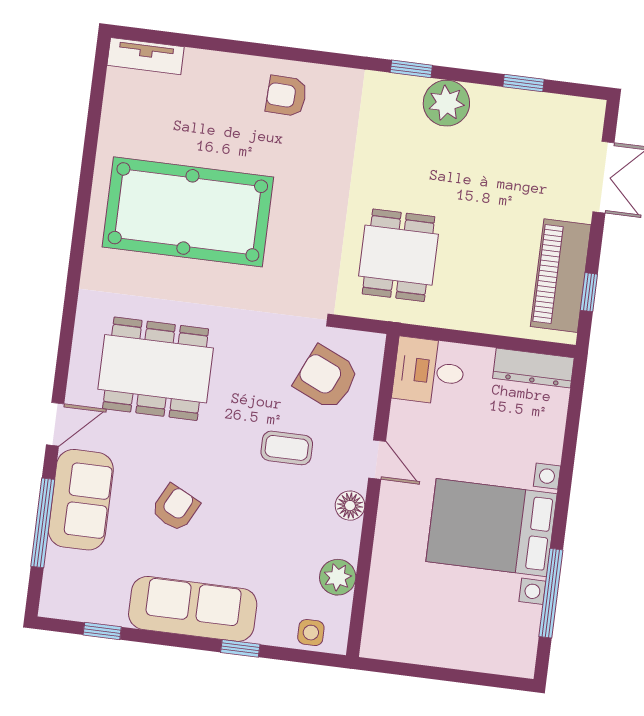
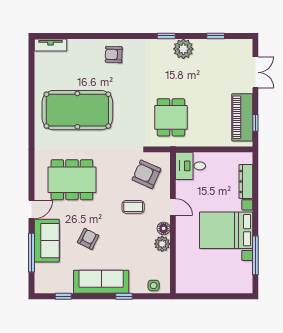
dresser: (533, 368) -> (246, 181), moved, turned 90
plant: (338, 577) -> (162, 244), moved

